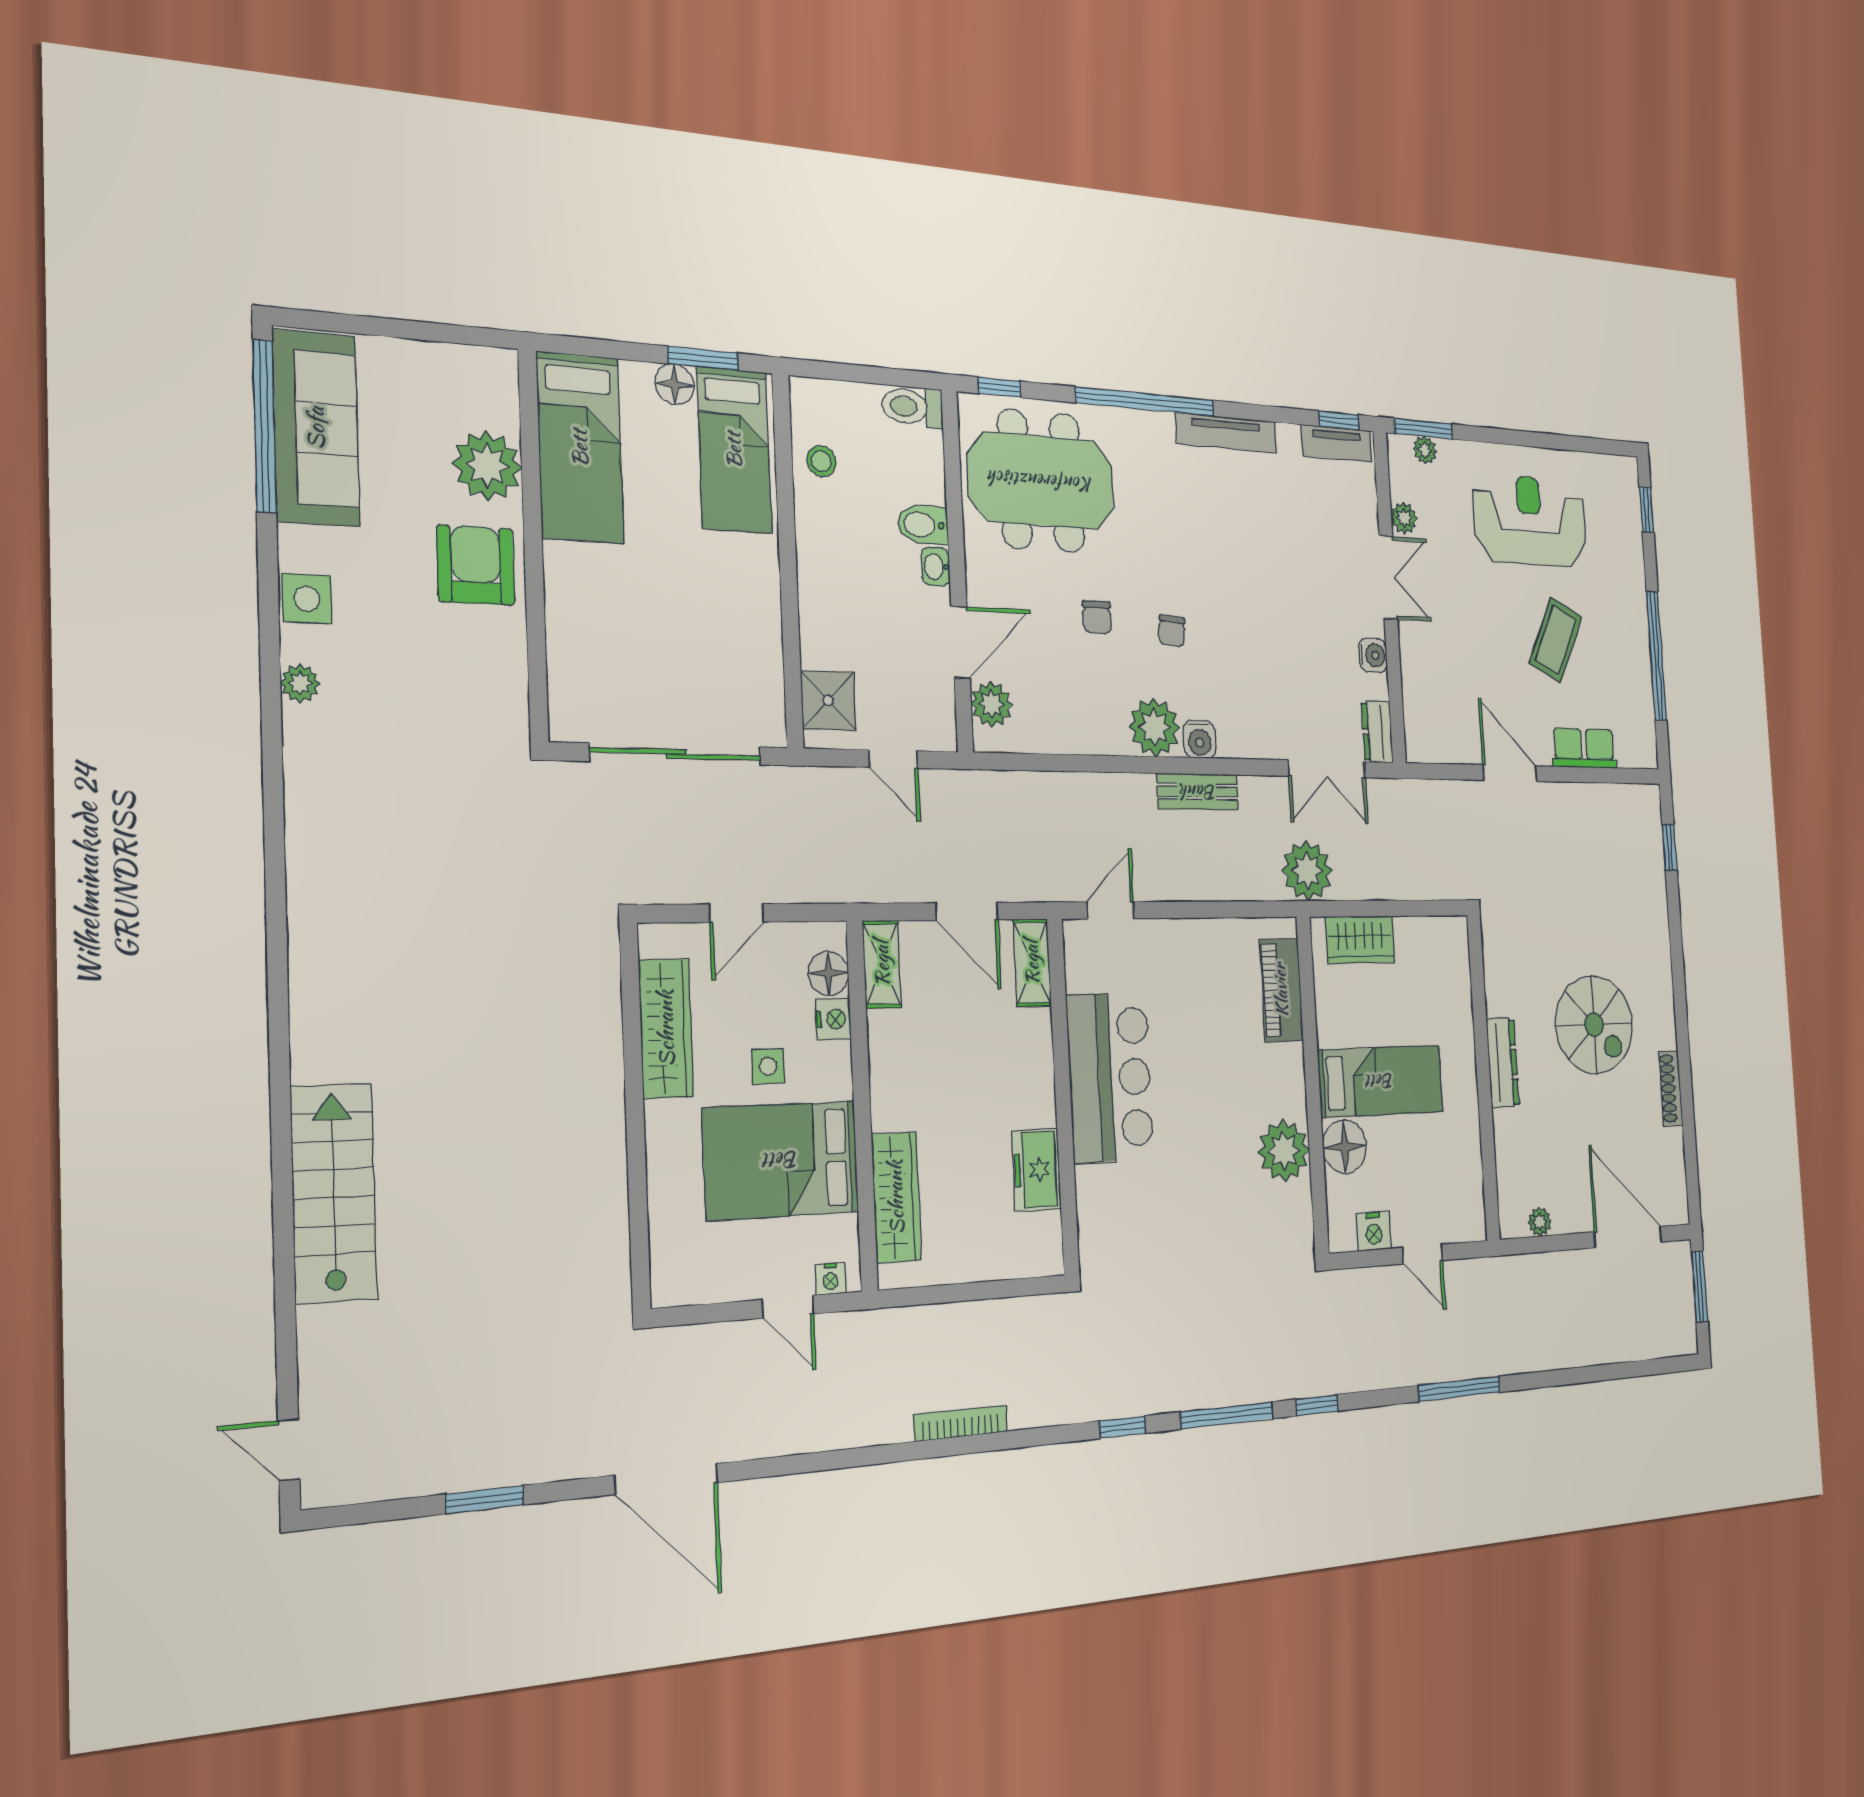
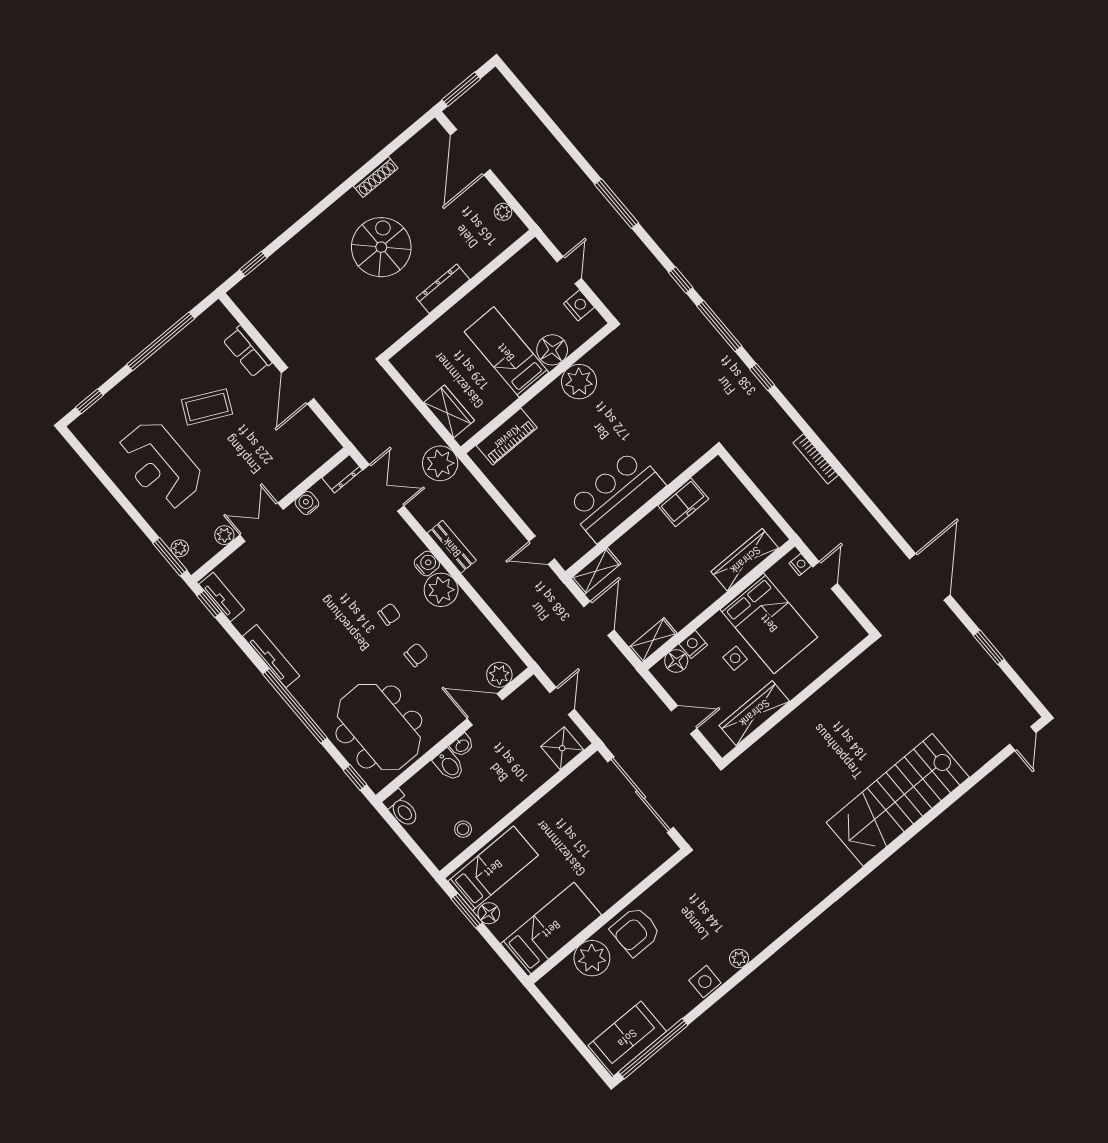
sofa: (316, 428) -> (627, 1038), width x0.73
stairs: (334, 1193) -> (898, 800), width x1.36, depth x1.51

